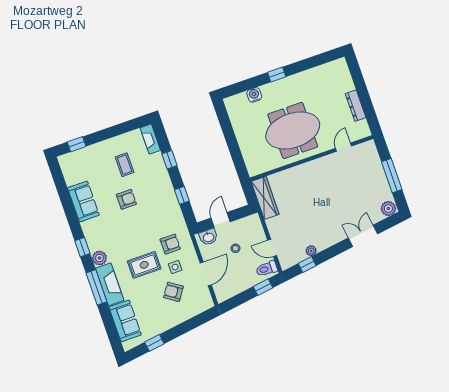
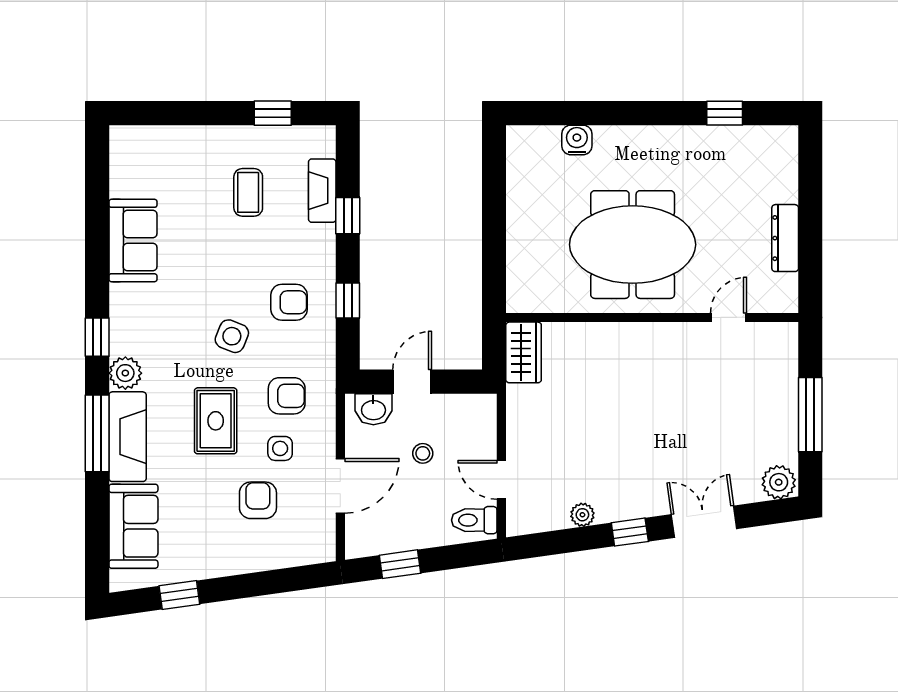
window: (277, 75) -> (725, 113), moved
fireplace: (150, 139) -> (322, 191), moved
window: (77, 144) -> (273, 113), moved
wardrobe: (265, 198) -> (524, 352), width x0.67
armchair: (126, 199) -> (289, 302), moved
side table: (139, 227) -> (232, 336), added
rug: (144, 265) -> (216, 421), turned 90
window: (307, 265) -> (630, 532), moved
window: (263, 287) -> (400, 564), moved
armchair: (173, 292) -> (258, 500), turned 56

